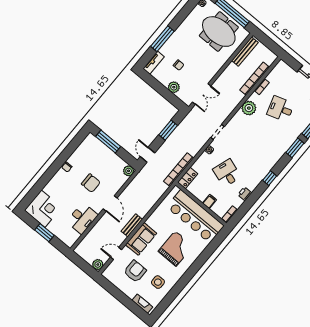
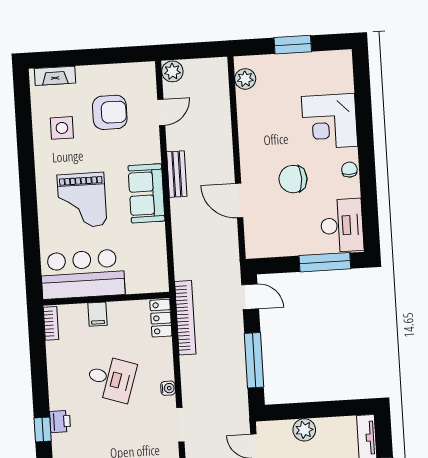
window: (168, 130) -> (254, 360), width x1.44
plant: (129, 171) -> (245, 79), moved
printer: (245, 194) -> (60, 422), moved
door: (110, 203) -> (239, 201), moved
corner desk: (43, 209) -> (330, 121), moved
bar counter: (195, 216) -> (83, 274), width x0.73
desk: (82, 218) -> (342, 225), moved, turned 180
sofa: (141, 239) -> (146, 193), moved
armchair: (135, 271) -> (110, 112), turned -90

